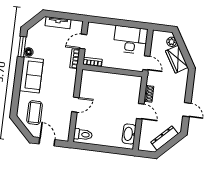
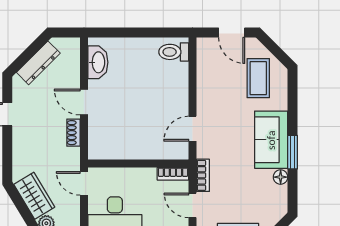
door: (83, 42) -> (193, 205), swing flipped
window: (22, 47) -> (293, 152), moved
door: (75, 105) -> (193, 129), moved

